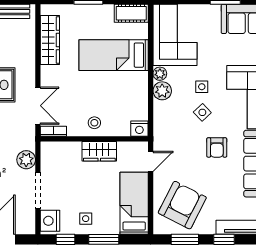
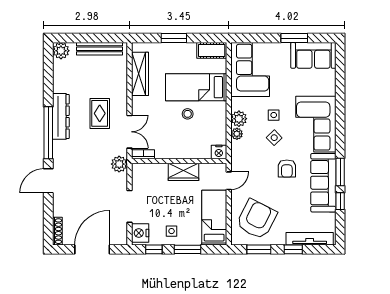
plant: (160, 74) -> (237, 134), moved
stool: (94, 123) -> (188, 114), moved
plant: (26, 160) -> (119, 164), moved

